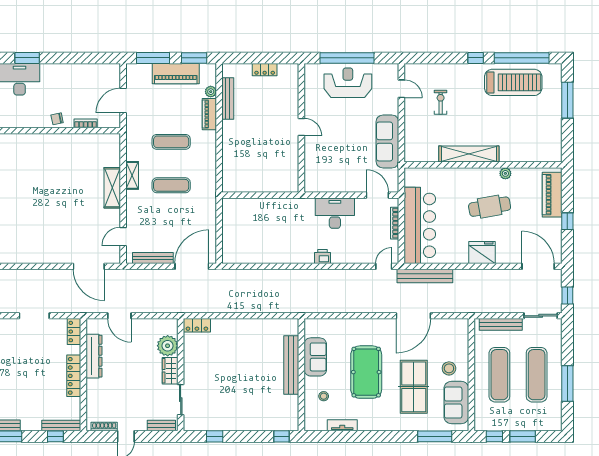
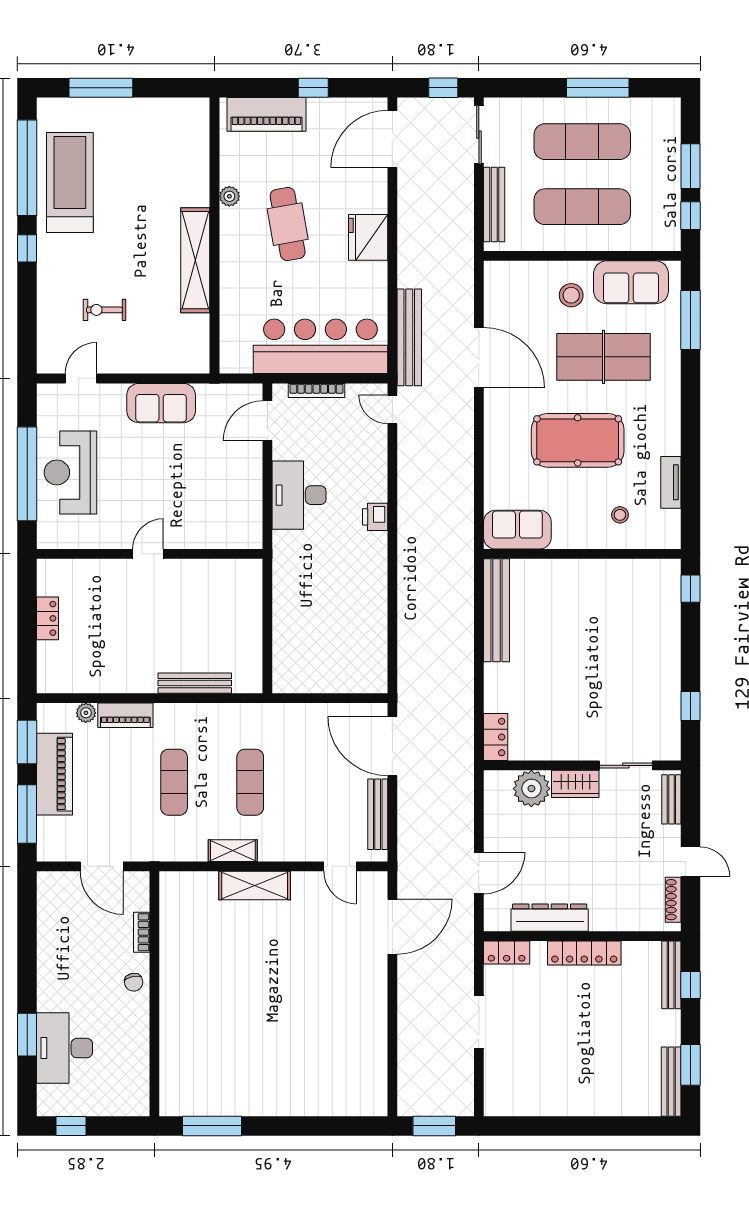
bench: (228, 99) -> (195, 683), moved
sofa: (387, 141) -> (161, 403), width x0.73
sofa: (315, 357) -> (517, 530), moved
bench: (291, 365) -> (497, 610), moved, turned 90

